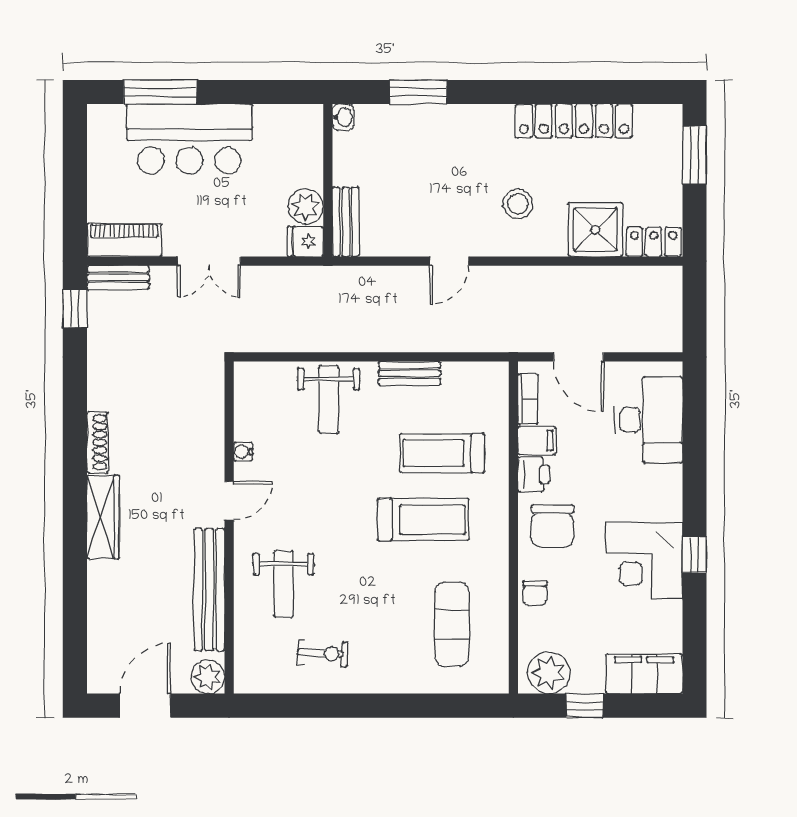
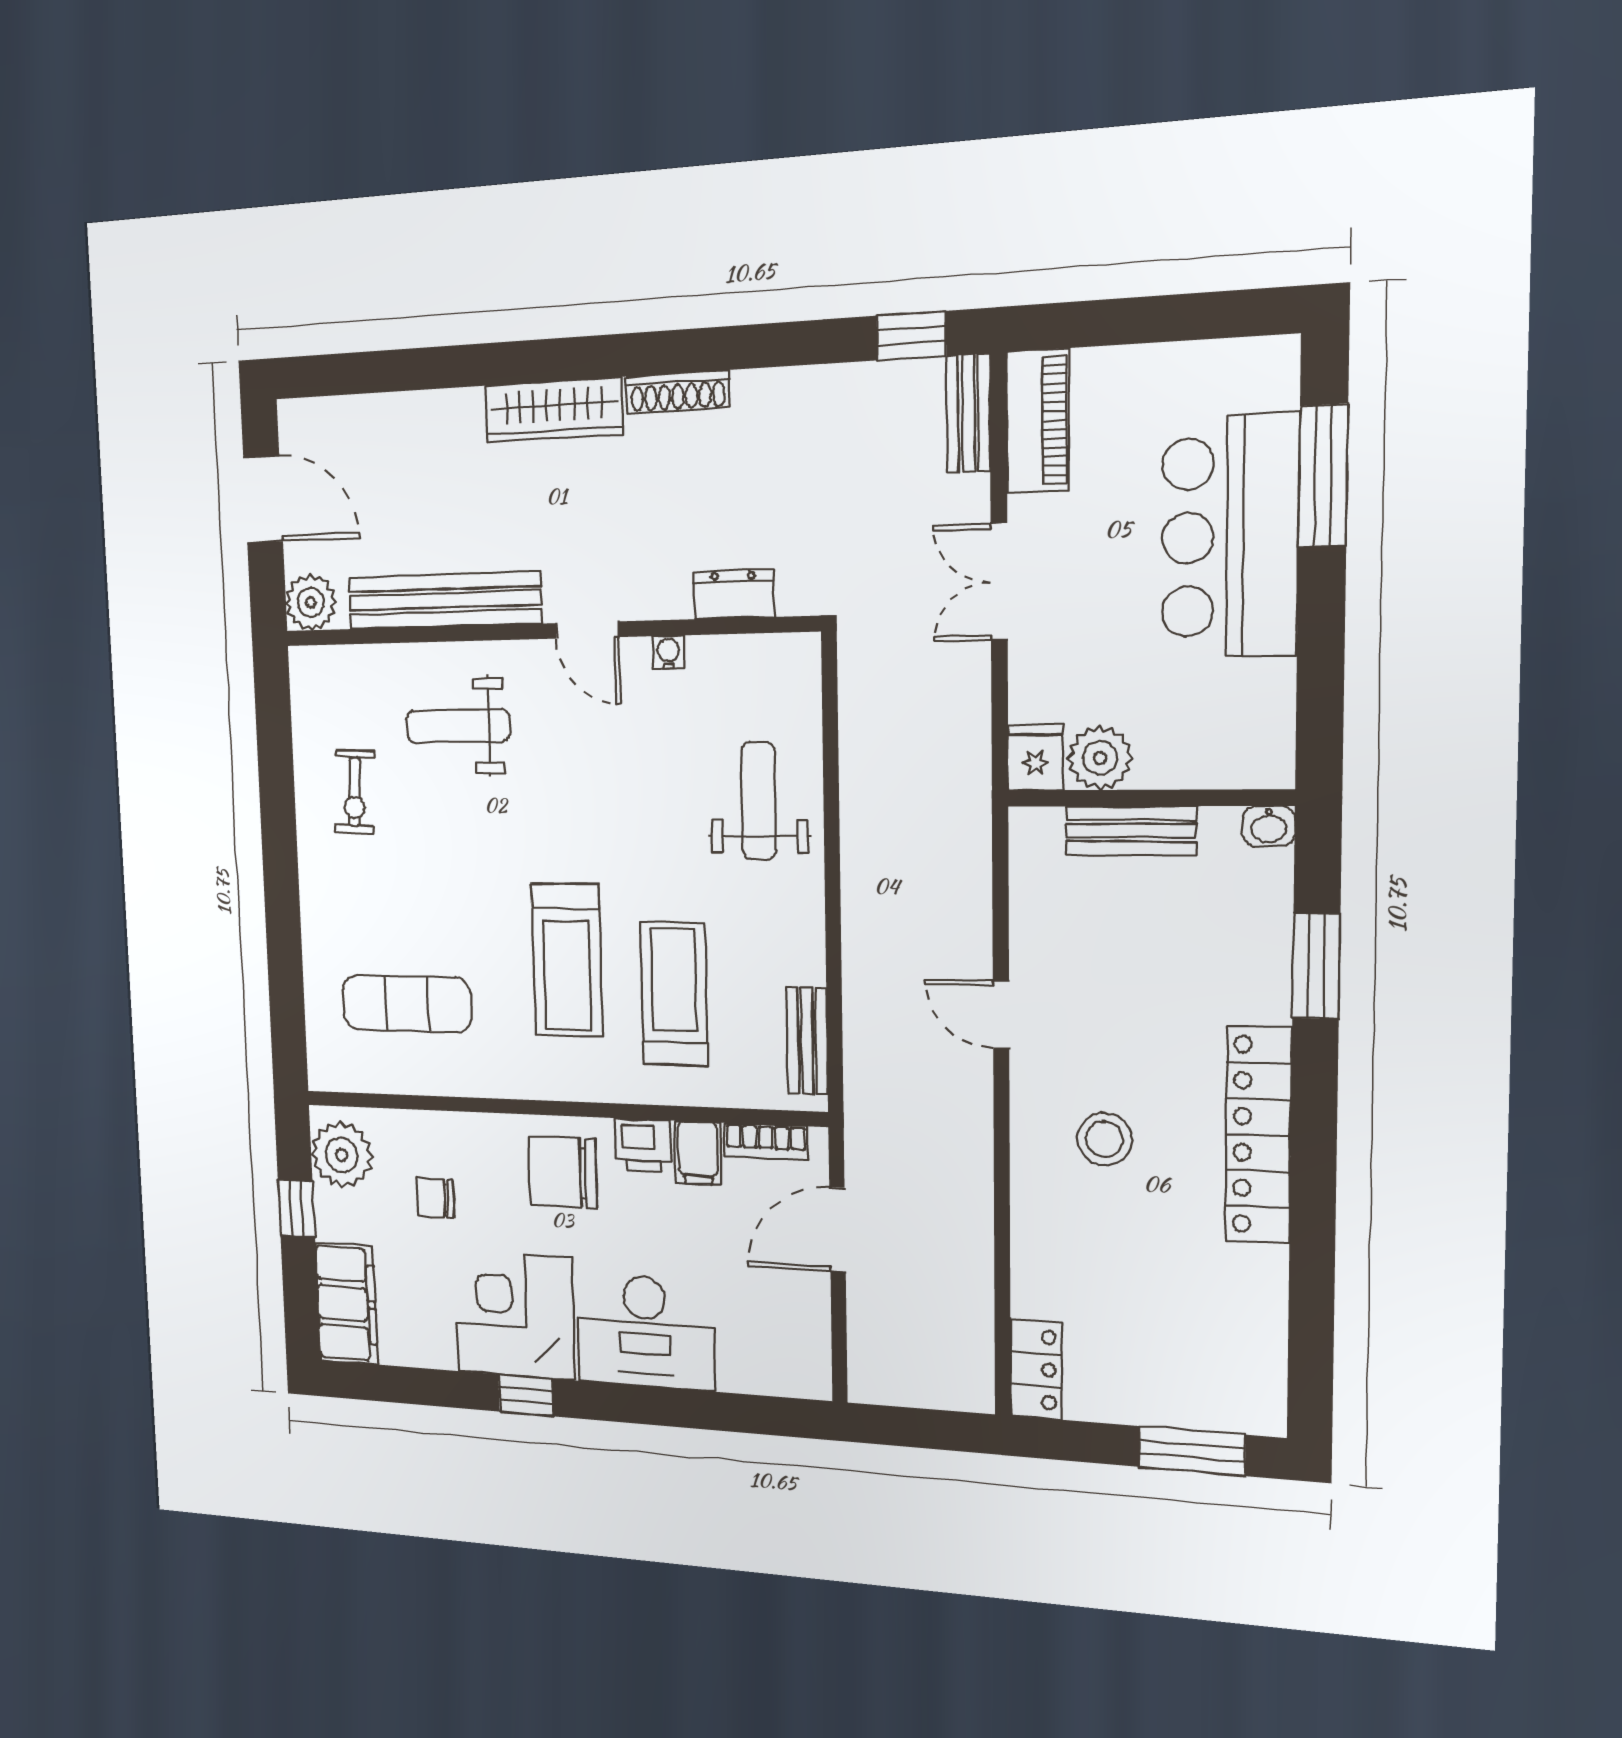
locker: (574, 121) -> (1258, 1135), moved
bench: (346, 222) -> (1131, 831), moved
shower: (595, 230) -> (1058, 1271), removed
bench: (409, 373) -> (807, 1041), moved
weight bench: (329, 400) -> (759, 801), turned 90
dresser: (211, 412) -> (733, 594), added
desk: (648, 420) -> (645, 1332), moved
chair: (535, 593) -> (435, 1198), moved

